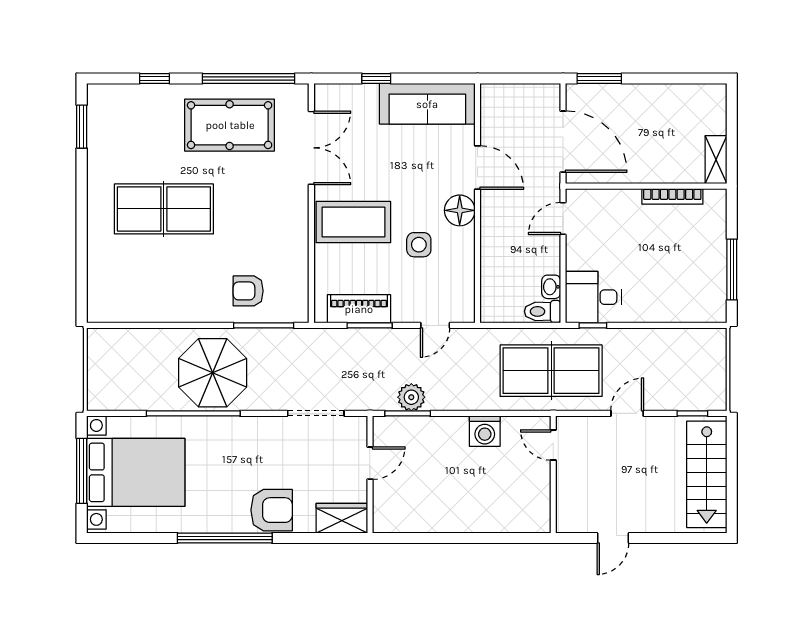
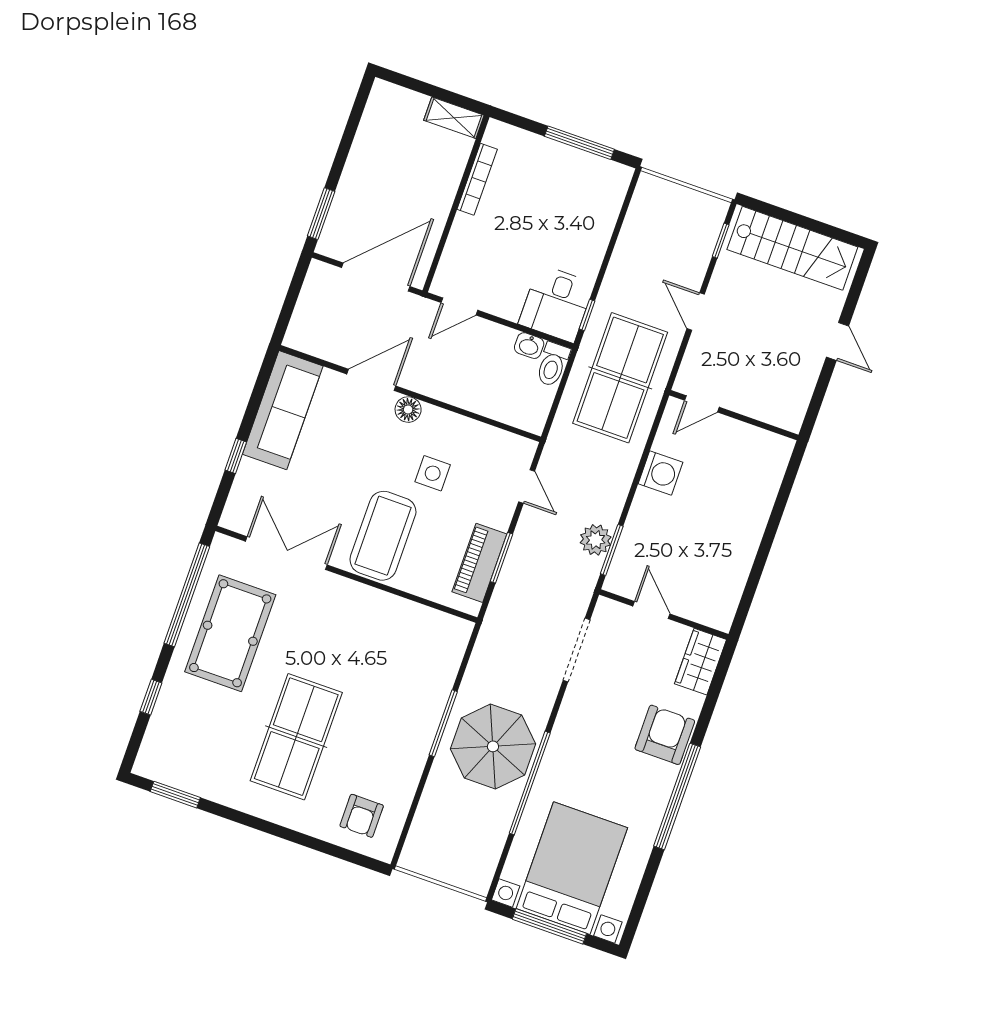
floor lamp: (460, 210) -> (408, 410), width x0.73, depth x0.73
door: (563, 218) -> (459, 306), hinge flipped
armchair: (248, 291) -> (362, 816), moved
window: (264, 325) -> (443, 723), moved
door: (613, 538) -> (837, 341), moved

